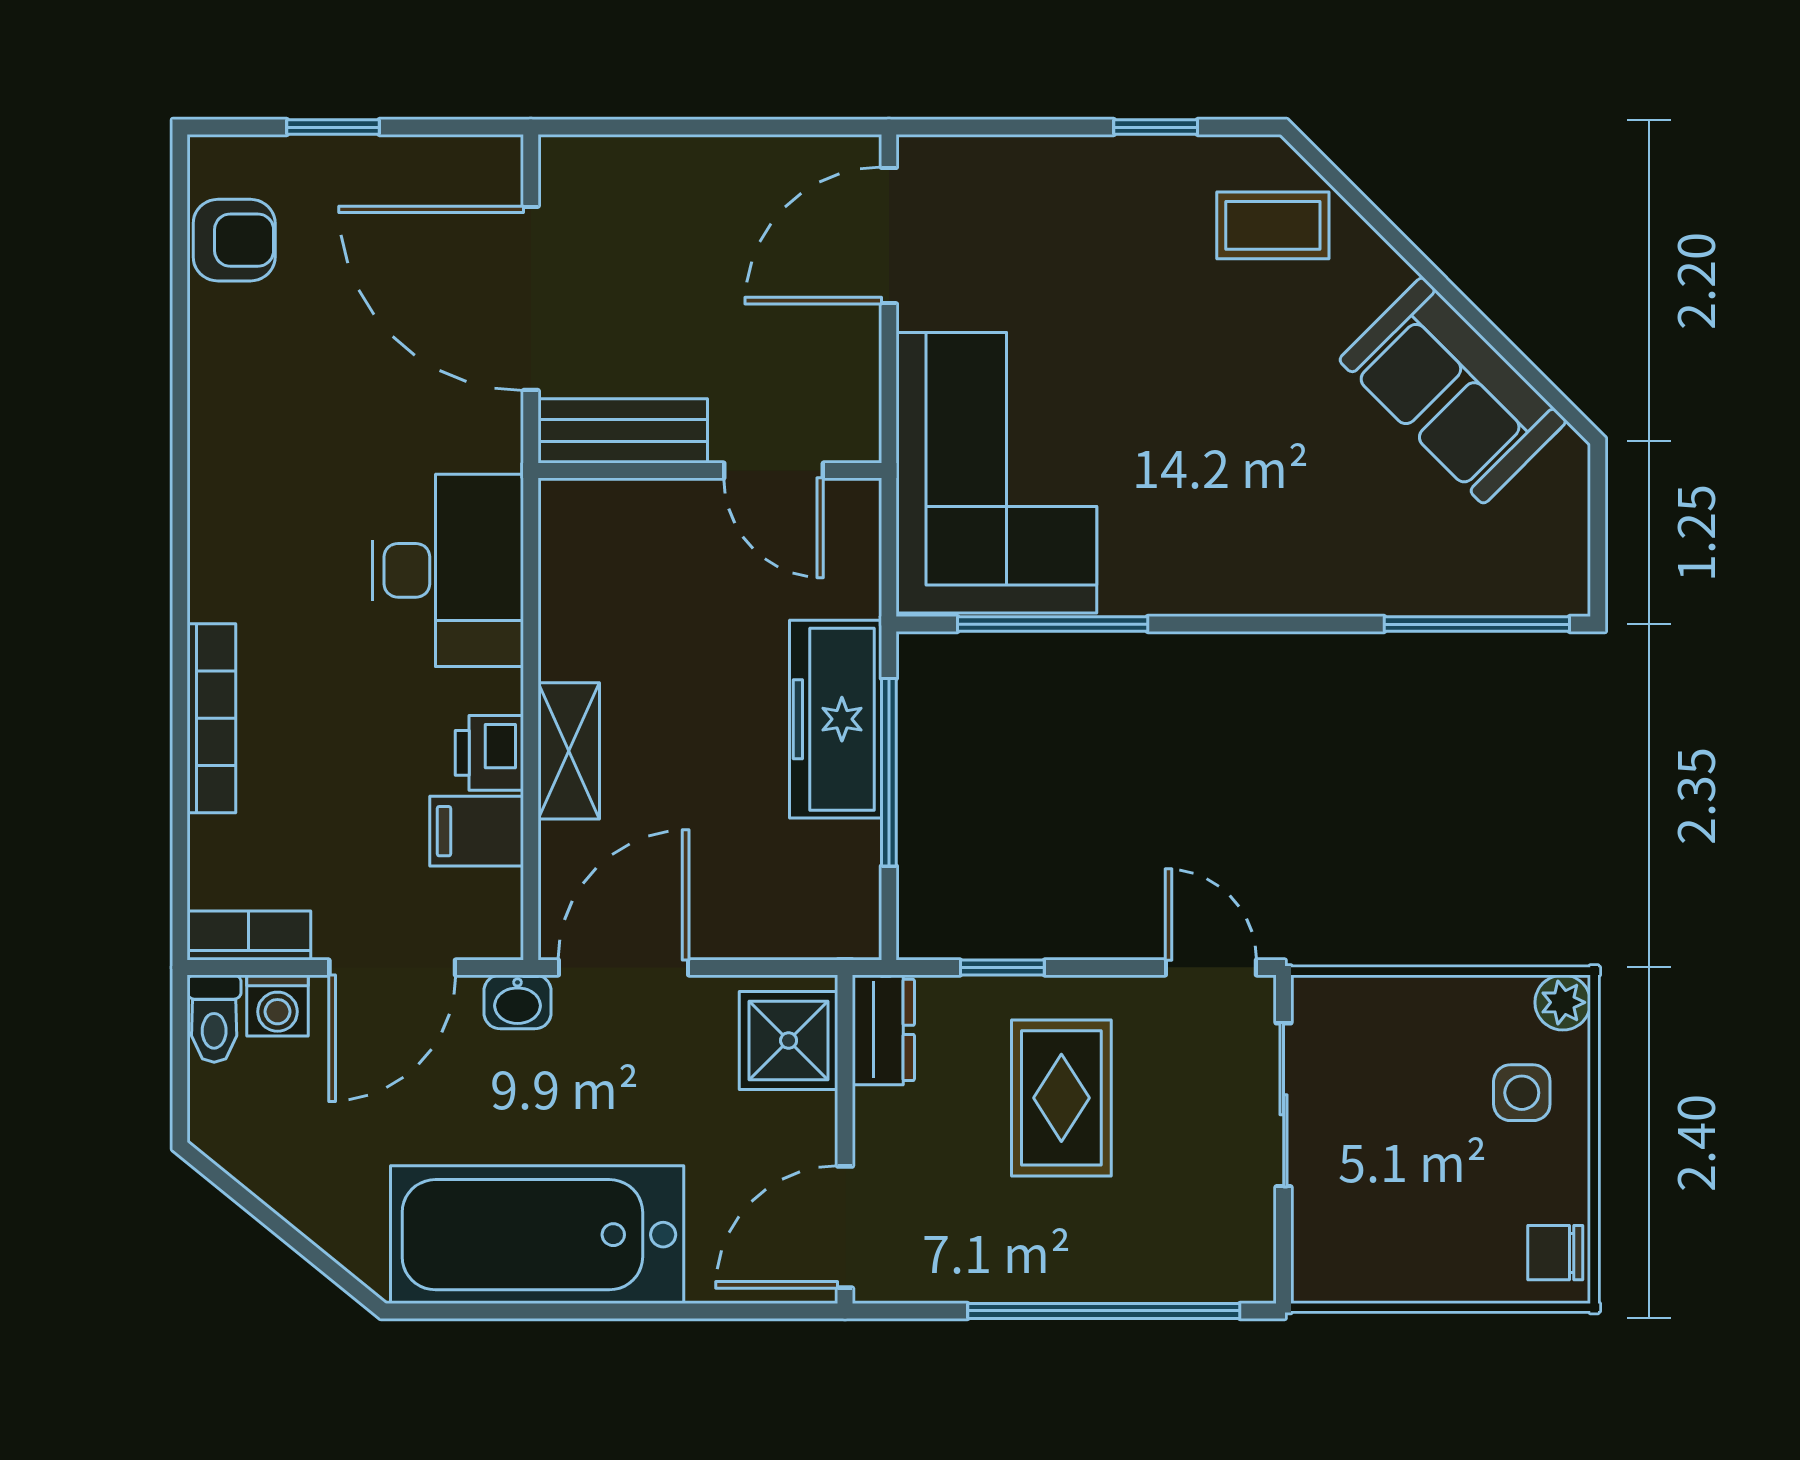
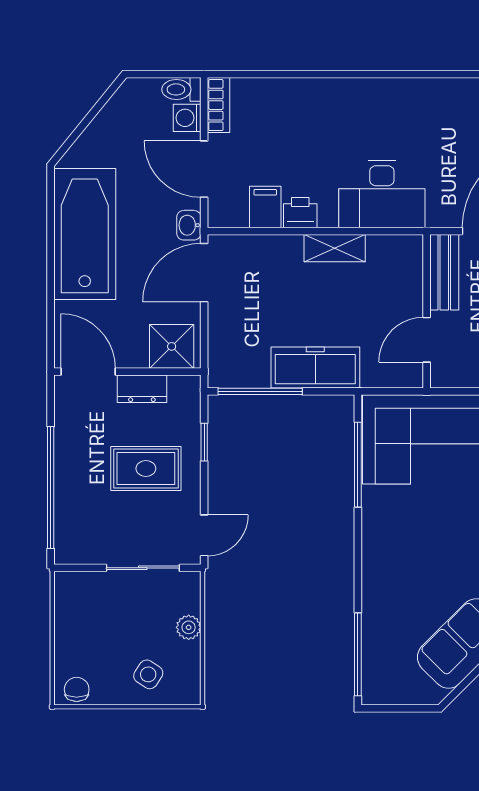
bookcase: (211, 718) -> (316, 88), removed
shelving: (569, 751) -> (335, 248), moved
window: (889, 772) -> (260, 391), moved
door: (624, 967) -> (204, 273), swing flipped
plant: (1563, 1002) -> (189, 627), moved
dresser: (883, 1030) -> (142, 389), moved
side table: (1522, 1093) -> (148, 674), turned 33

